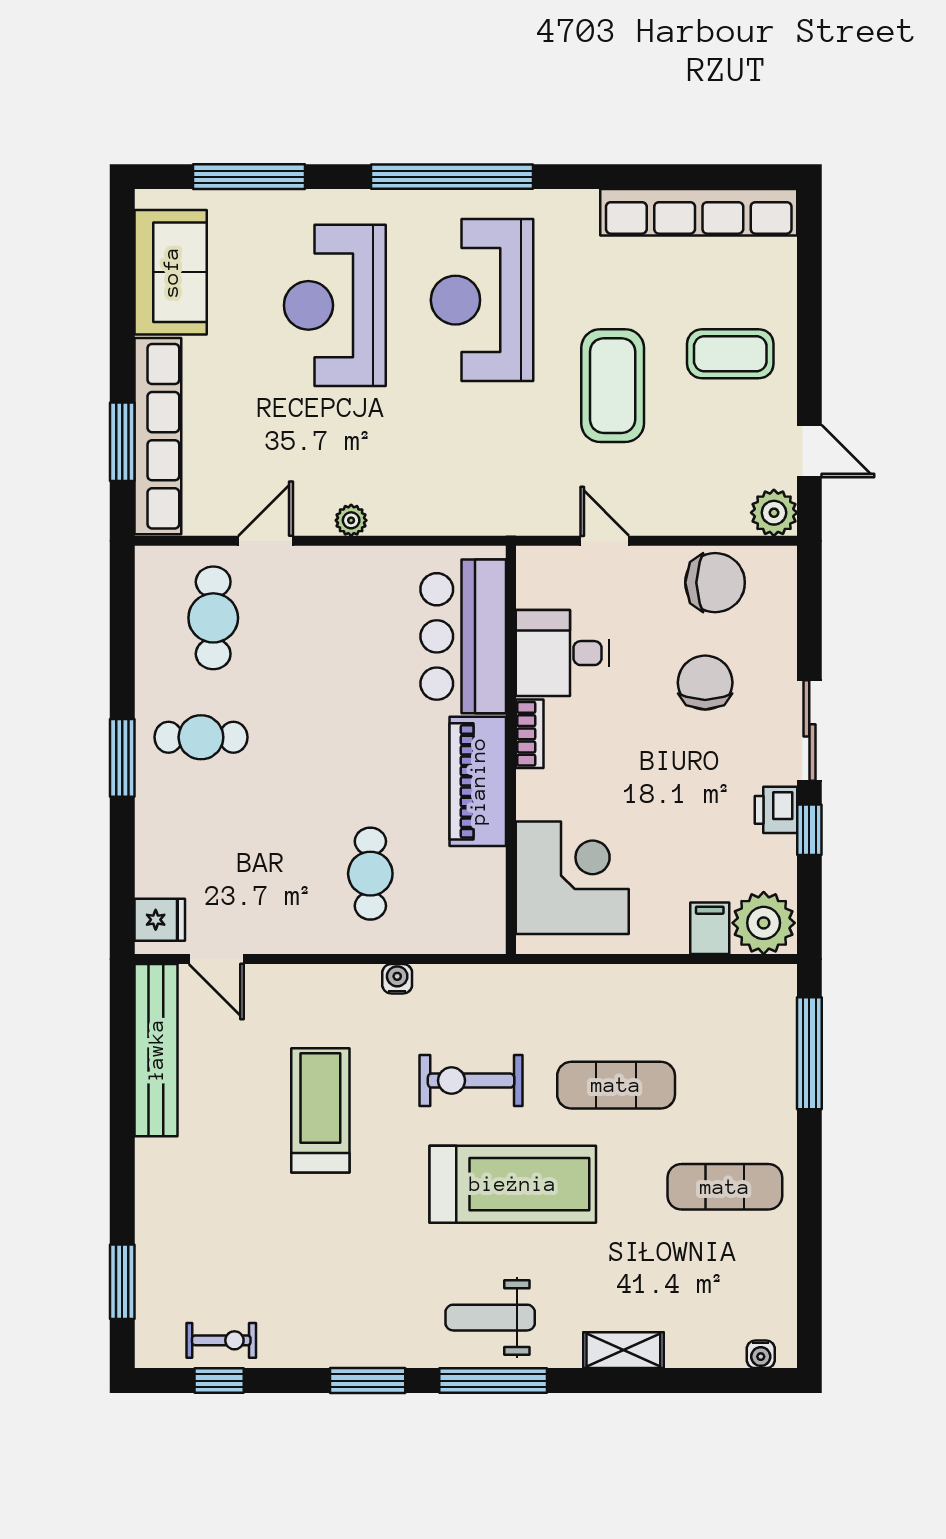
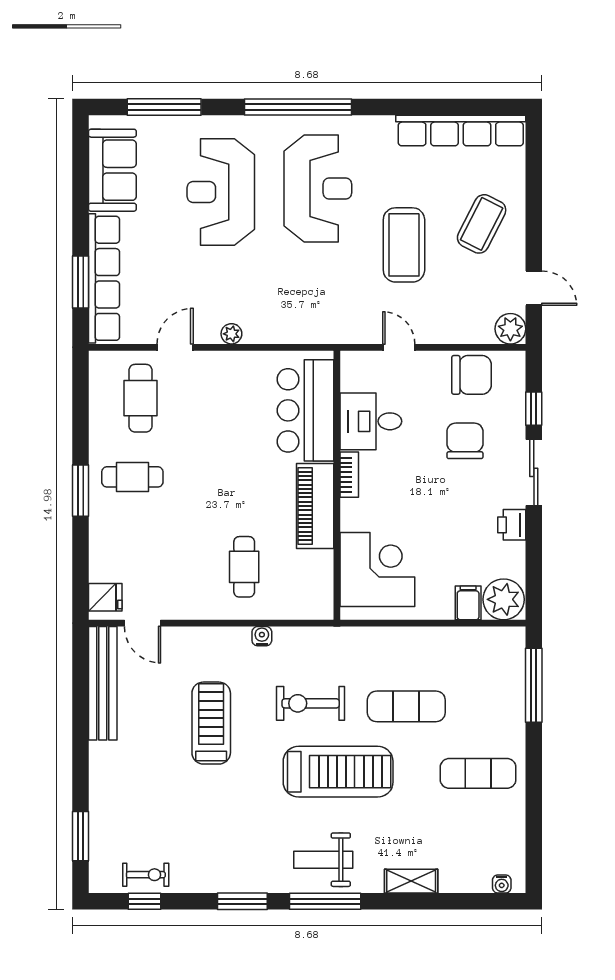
reception desk: (482, 300) -> (318, 188), turned 180
coffee table: (730, 354) -> (482, 224), turned -63
window: (809, 830) -> (534, 409), moved

